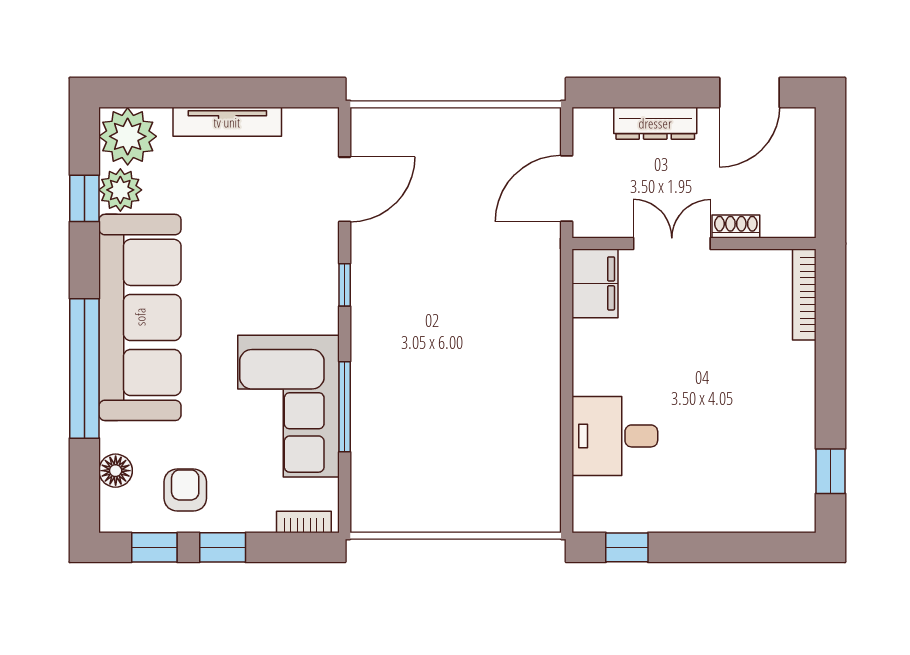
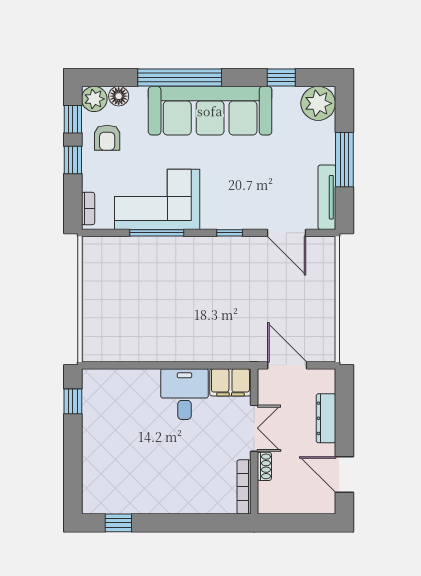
window: (222, 92) -> (344, 160), added
tv unit: (227, 122) -> (327, 197), moved
plant: (120, 190) -> (94, 99), moved
bookcase: (804, 295) -> (244, 487), moved, turned -90
desk: (615, 436) -> (184, 394), moved
armchair: (185, 490) -> (107, 138), turned 90

